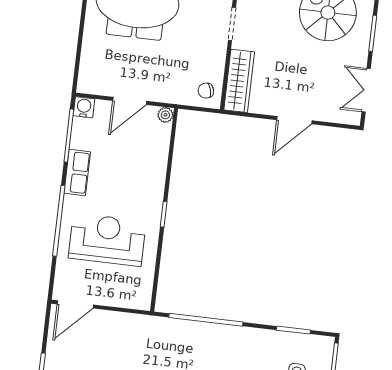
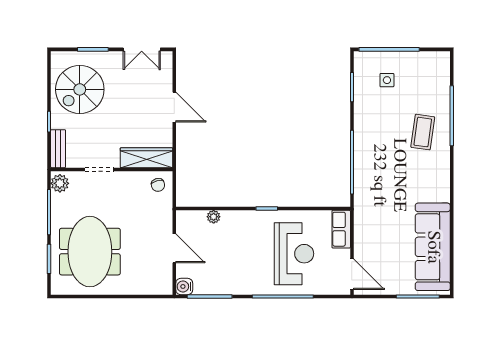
plant: (165, 115) -> (214, 217), moved
row of seats: (77, 172) -> (341, 229), moved, turned -90
reception desk: (107, 240) -> (294, 254), turned 180

